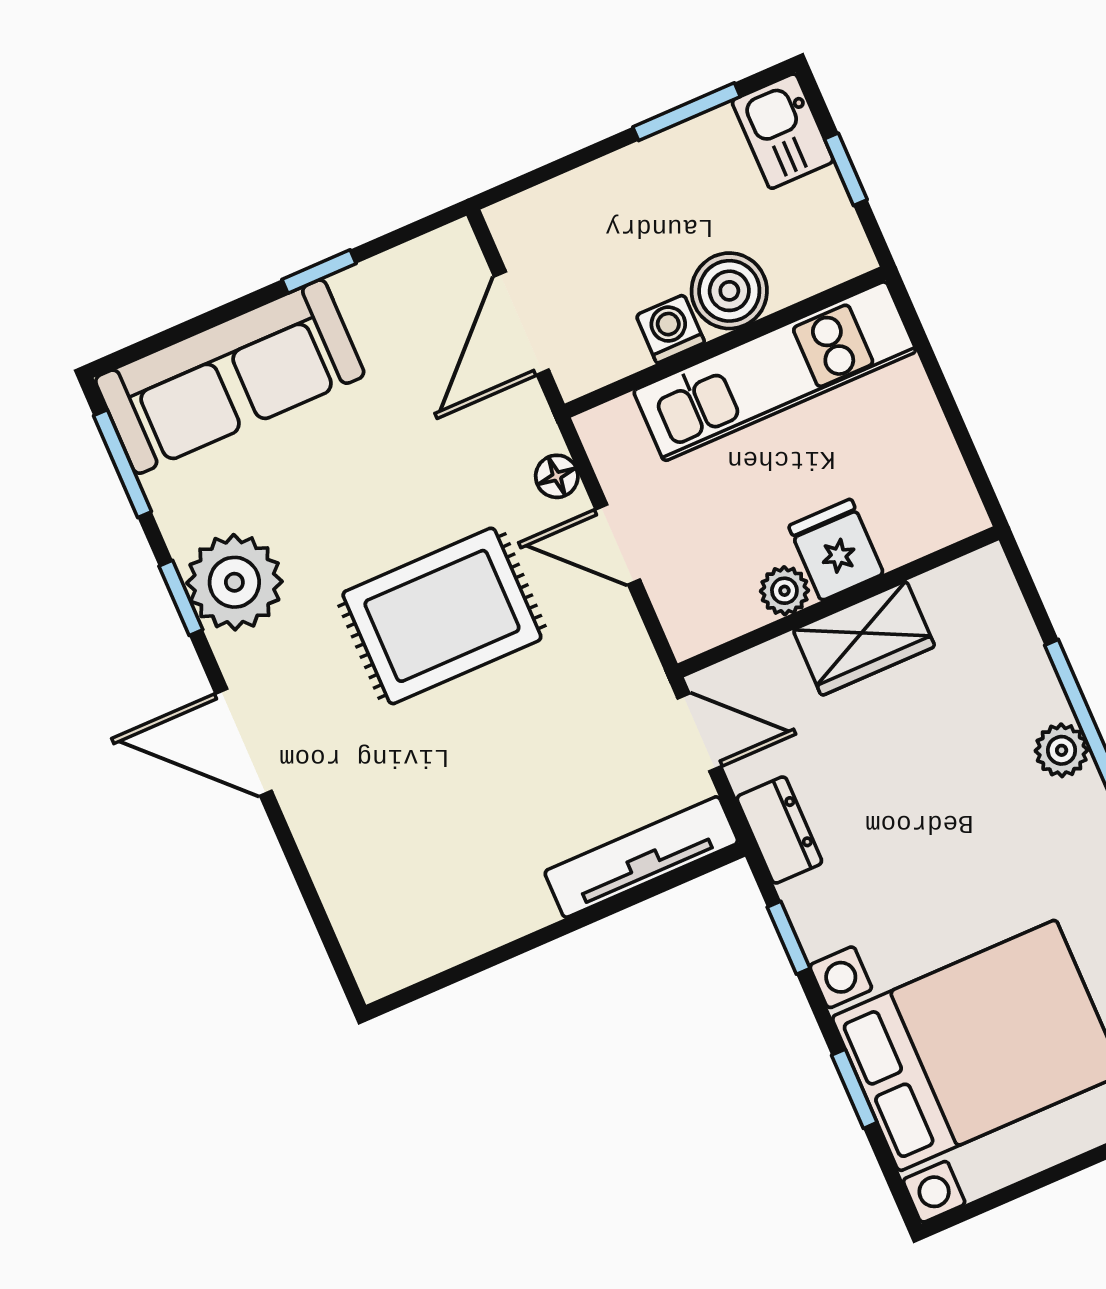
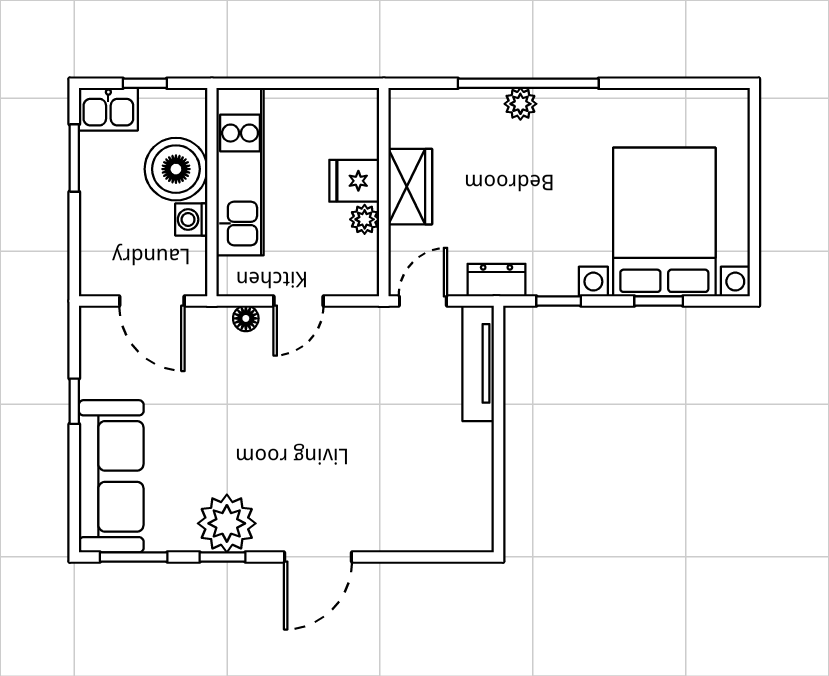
boiler: (729, 291) -> (176, 169), width x1.37, depth x1.37
rug: (442, 616) -> (296, 416), removed

